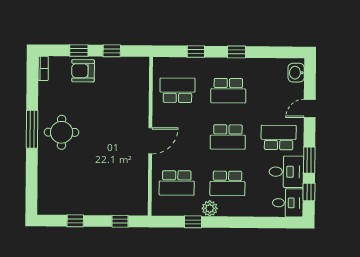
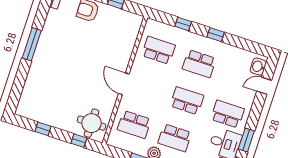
door: (310, 108) -> (264, 86), moved
round table: (62, 132) -> (91, 123), moved
school desk: (228, 137) -> (187, 101), turned 180
door: (150, 141) -> (124, 84), swing flipped

